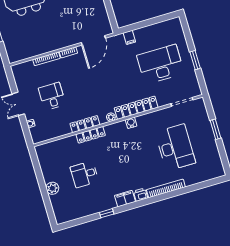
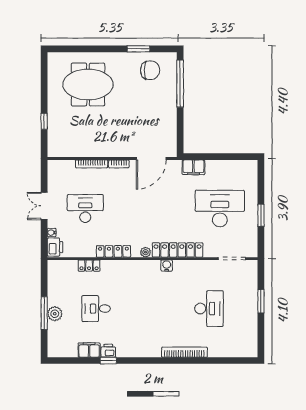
filing cabinet: (129, 37) -> (193, 167), width x2.00
desk: (52, 96) -> (85, 209), width x1.37
printer: (37, 134) -> (55, 247), added
locker: (91, 135) -> (89, 266), moved, width x0.66
desk: (175, 148) -> (209, 309), width x0.73, depth x0.77
window: (44, 190) -> (44, 313), added
printer: (141, 195) -> (108, 351), moved
filing cabinet: (125, 199) -> (89, 350), moved

